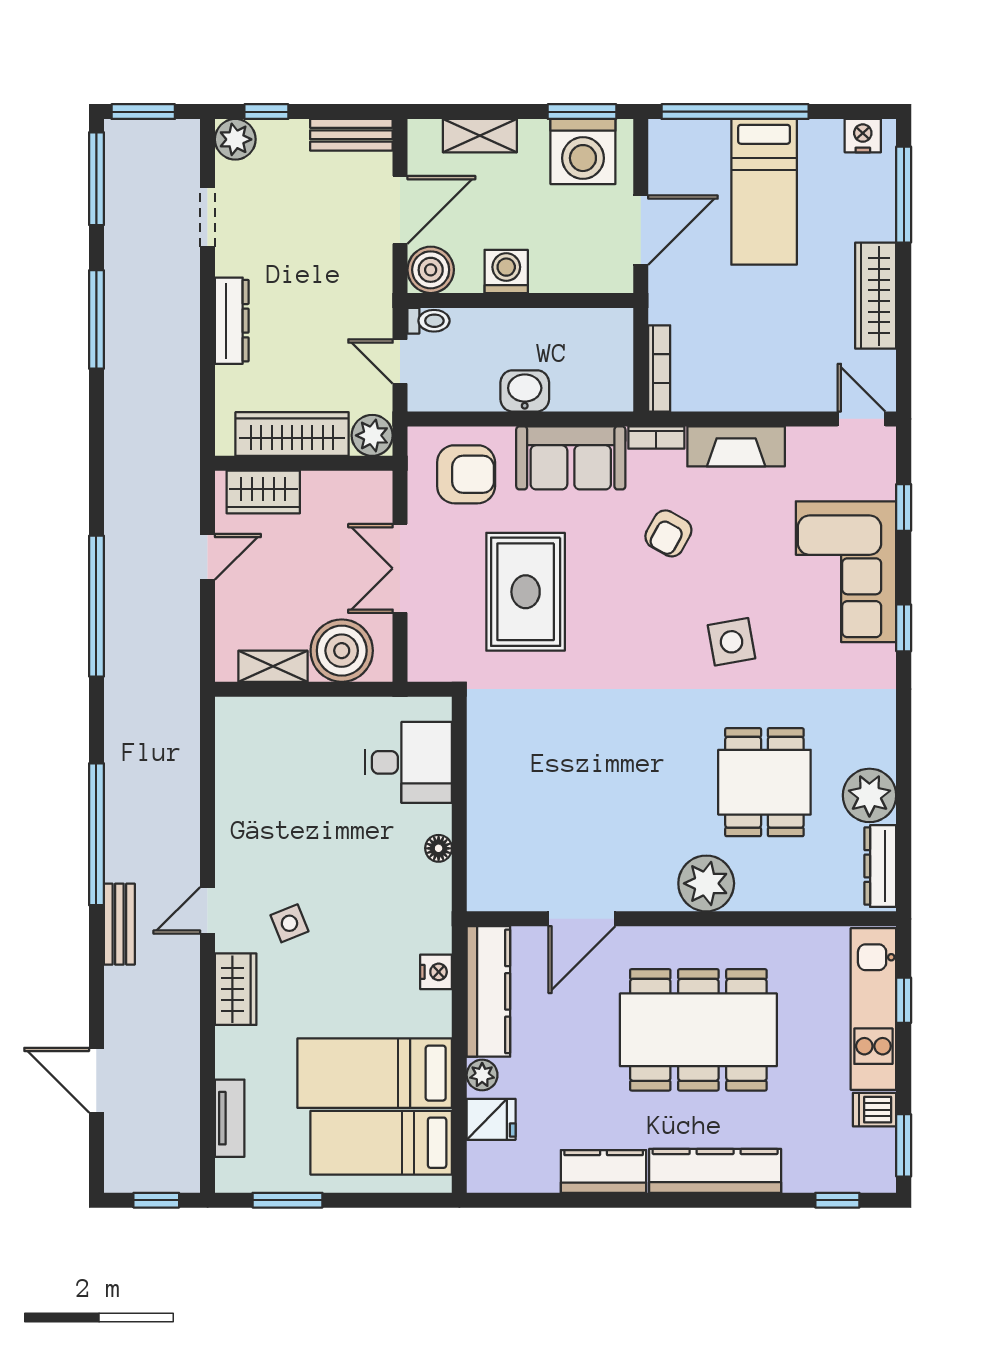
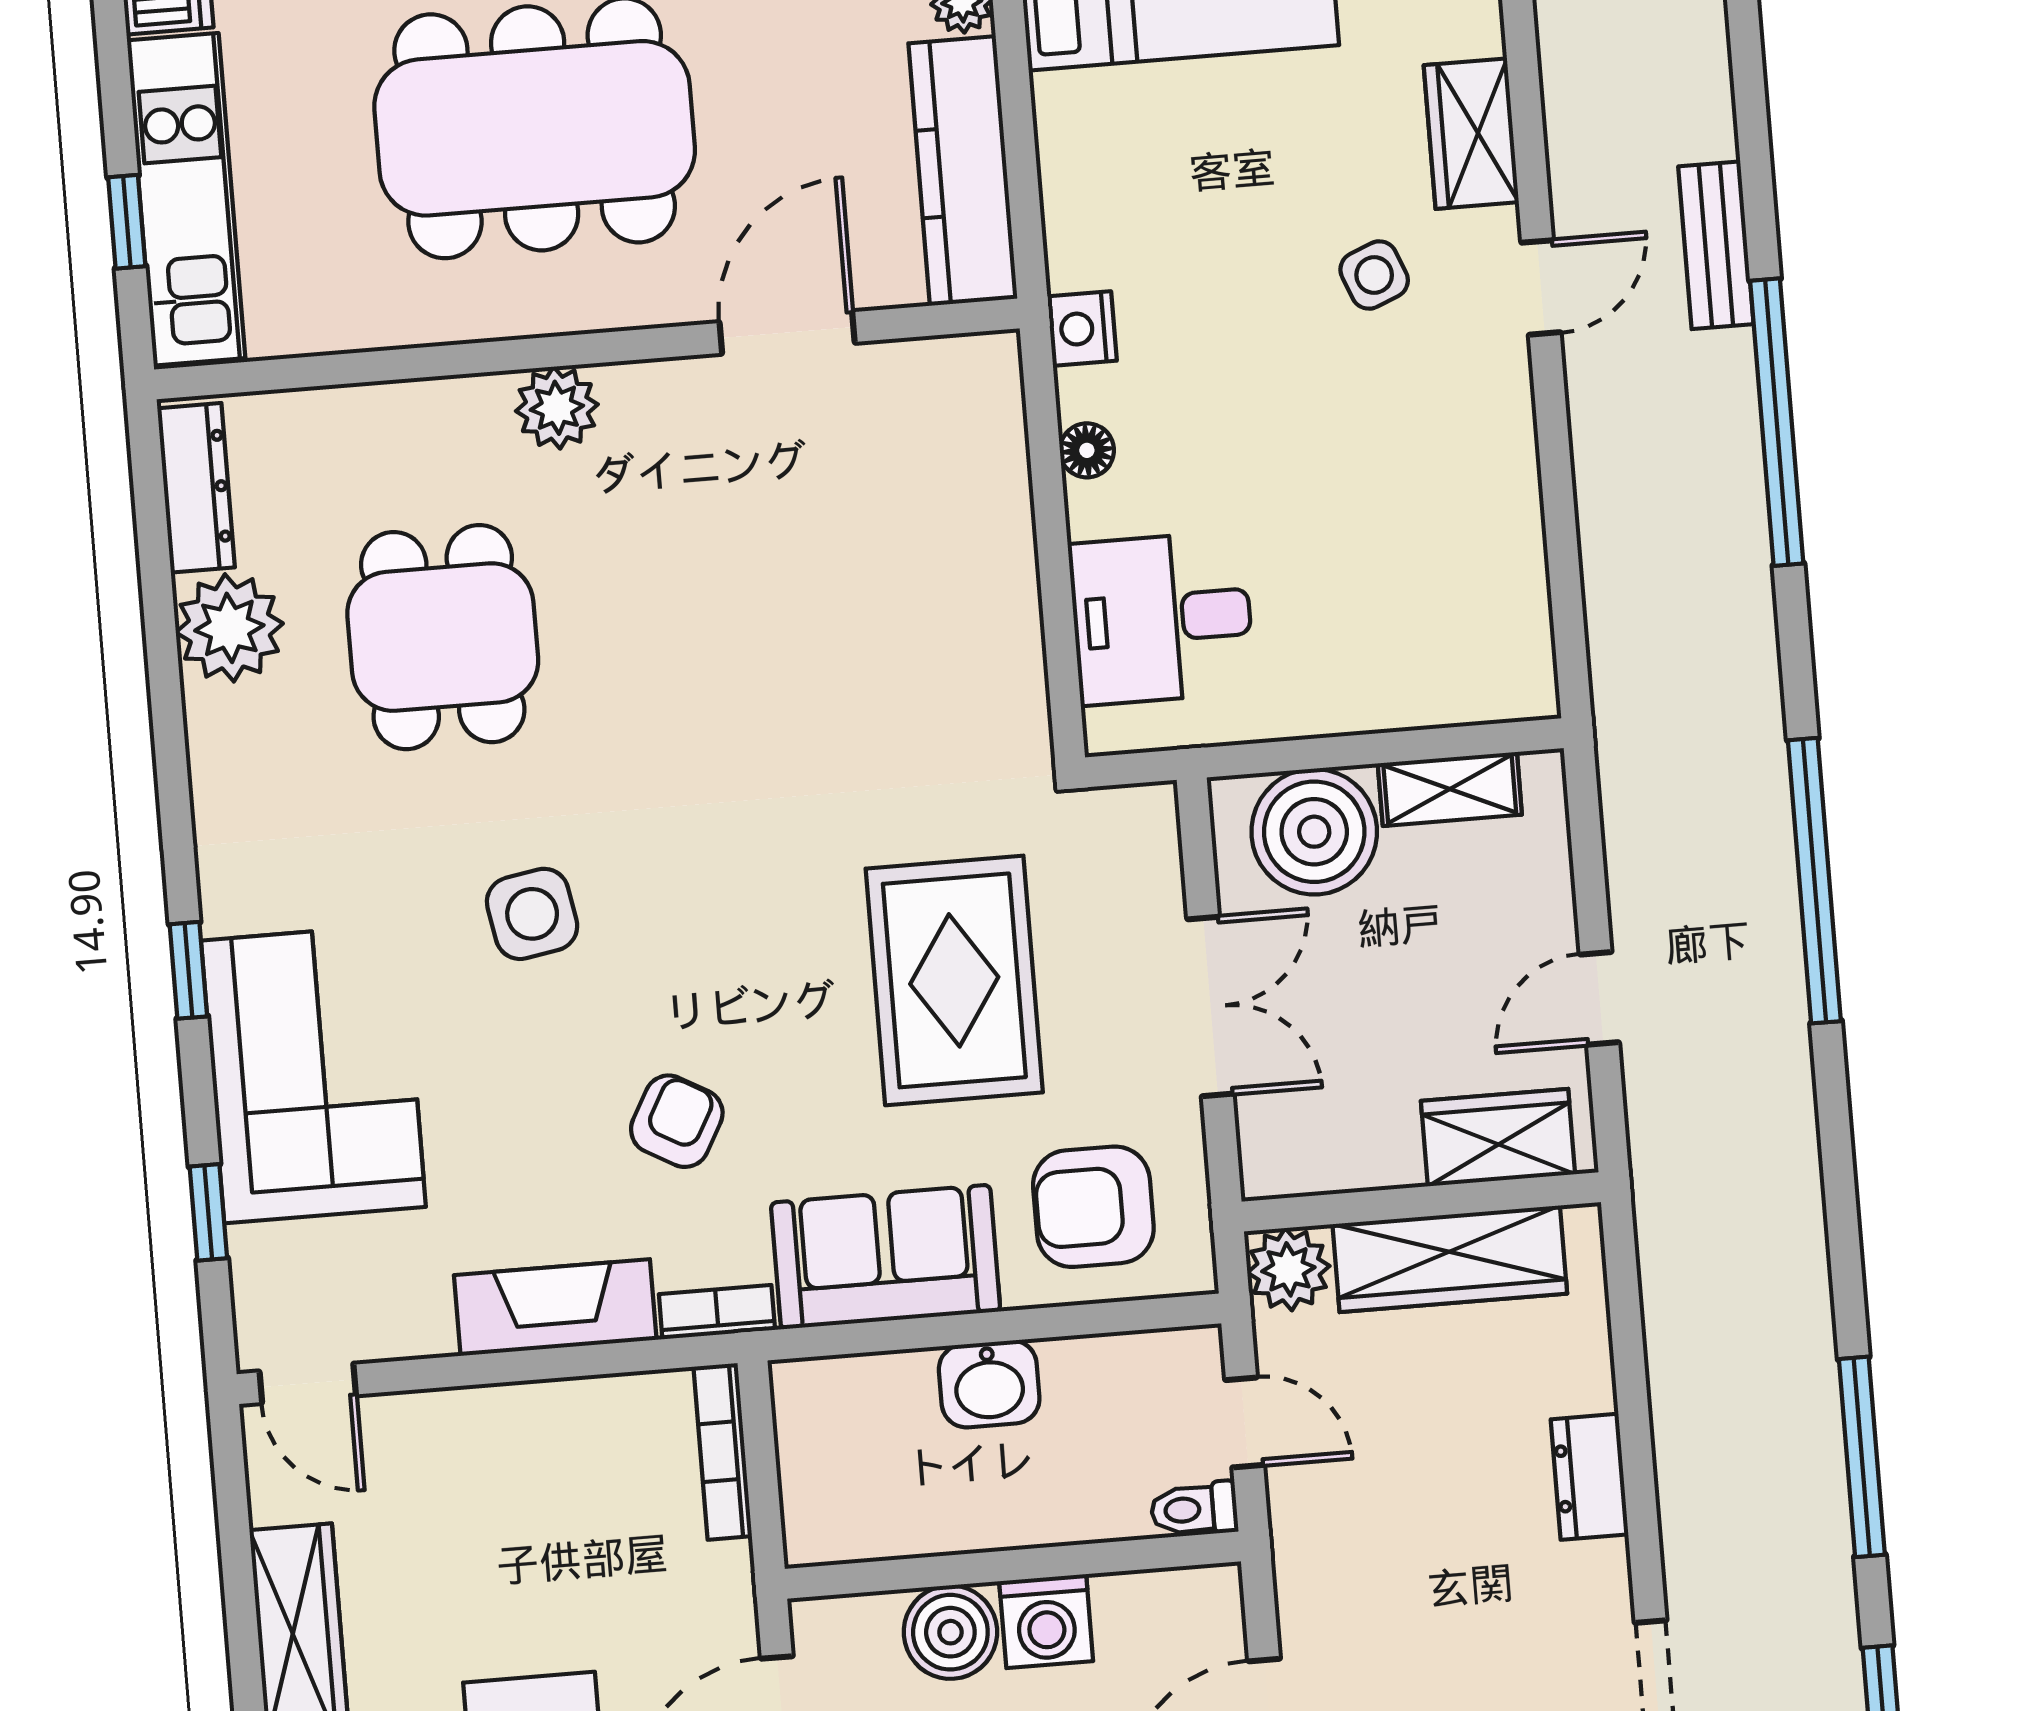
boiler: (431, 270) -> (950, 1632), moved
dresser: (232, 321) -> (1590, 1477), width x0.70
plant: (706, 883) -> (557, 408), width x0.73, depth x0.73
nightstand: (436, 972) -> (1082, 329), moved

